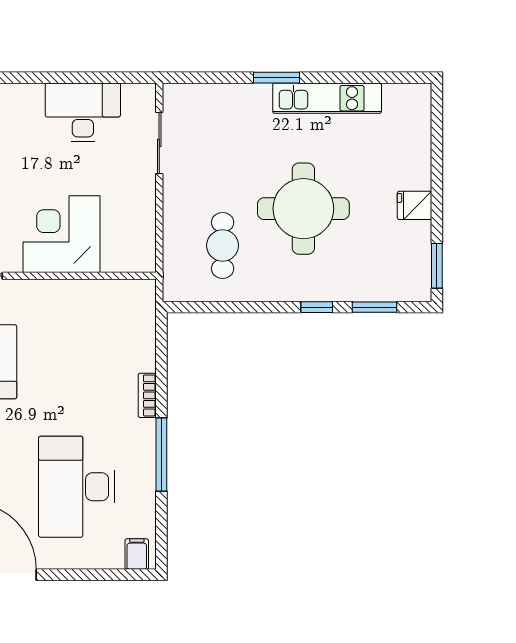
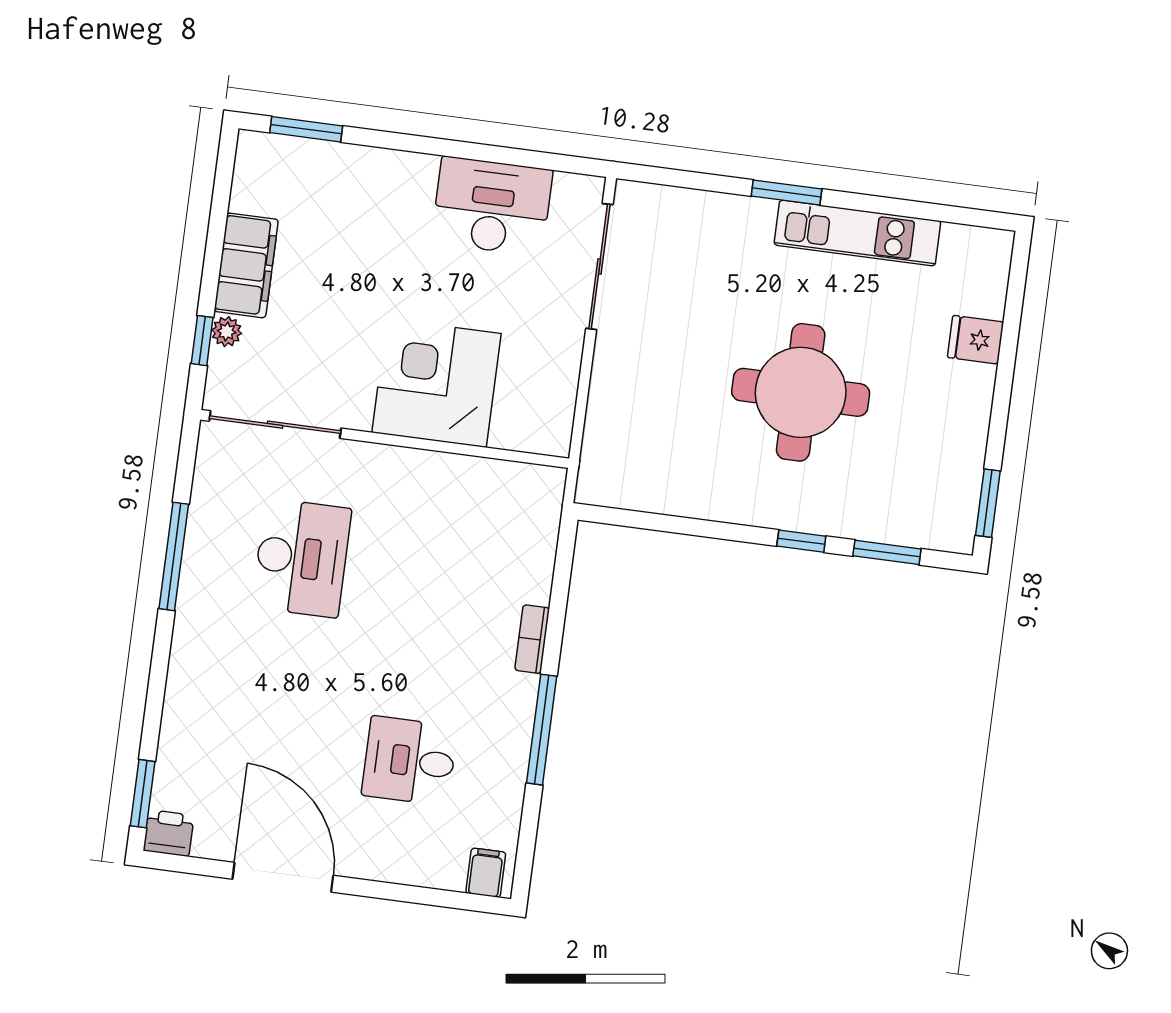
sliding door: (159, 143) -> (599, 267), width x1.37
fridge: (415, 205) -> (976, 340), moved
cafe table: (223, 246) -> (673, 431), removed
desk: (77, 487) -> (410, 761), width x0.53, depth x0.77

